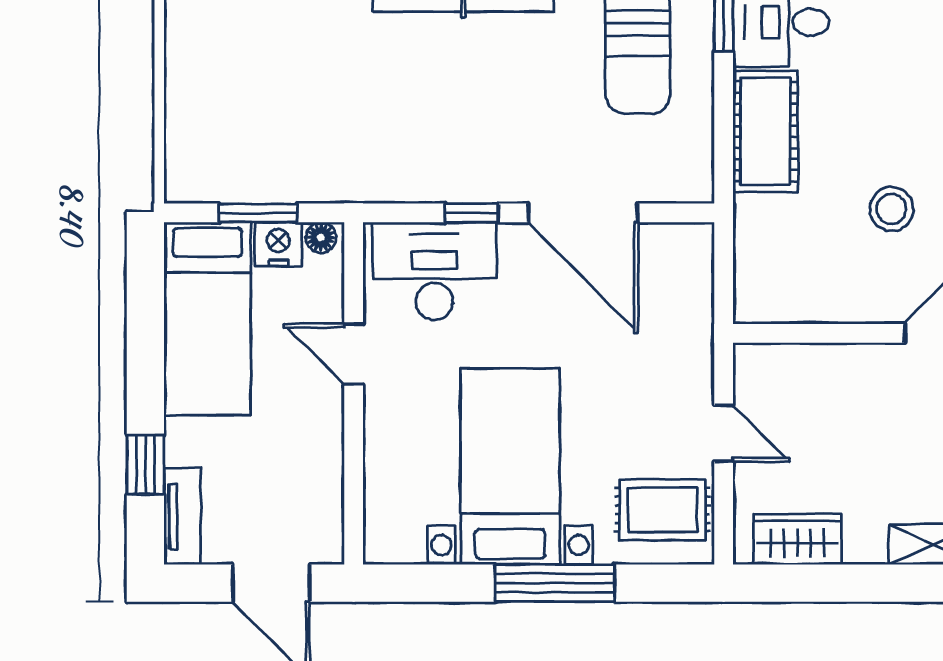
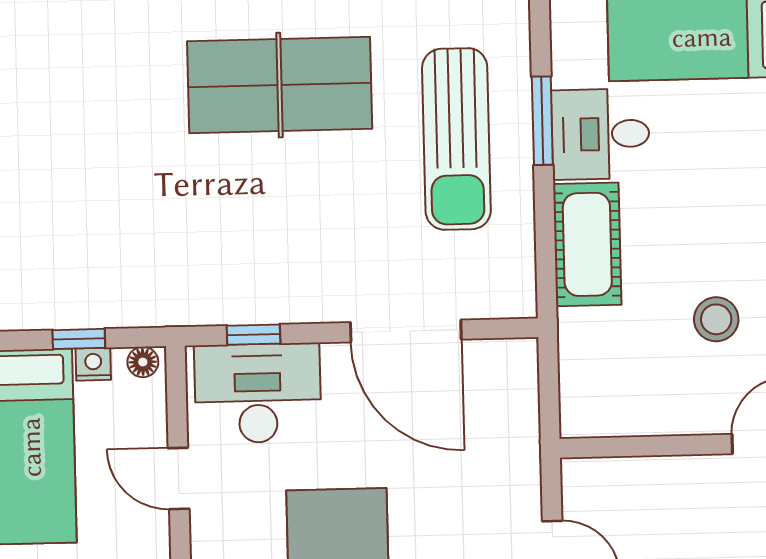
window: (258, 213) -> (79, 339), width x0.67
window: (472, 213) -> (254, 335), moved
nightstand: (278, 244) -> (93, 364), width x0.72, depth x0.74

